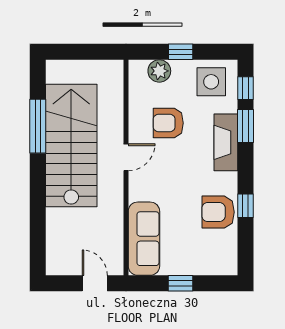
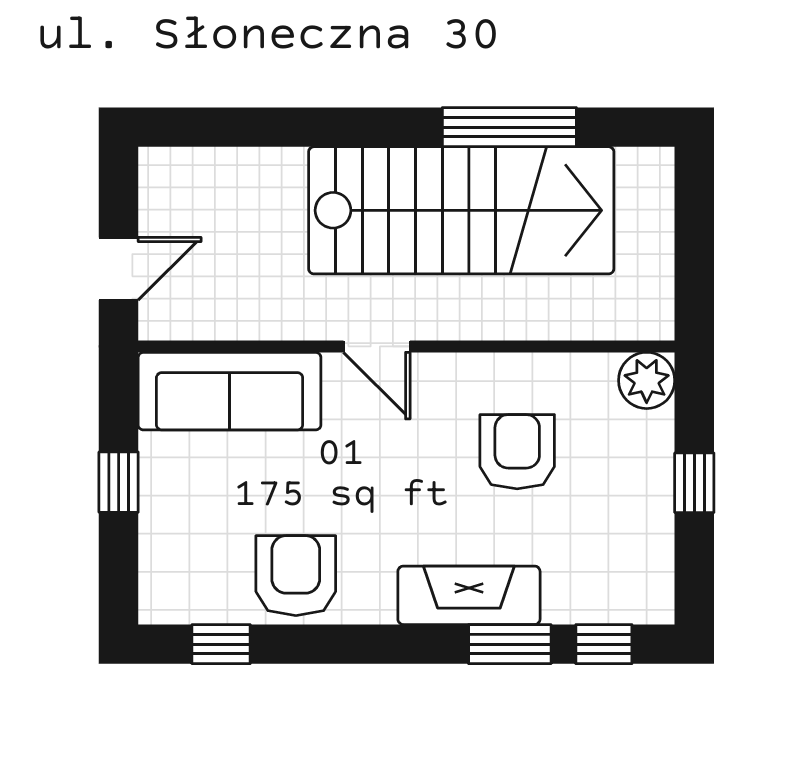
plant: (159, 71) -> (647, 380), moved
side table: (211, 82) -> (620, 558), removed
door: (126, 157) -> (377, 346), moved
window: (246, 206) -> (221, 644), moved

